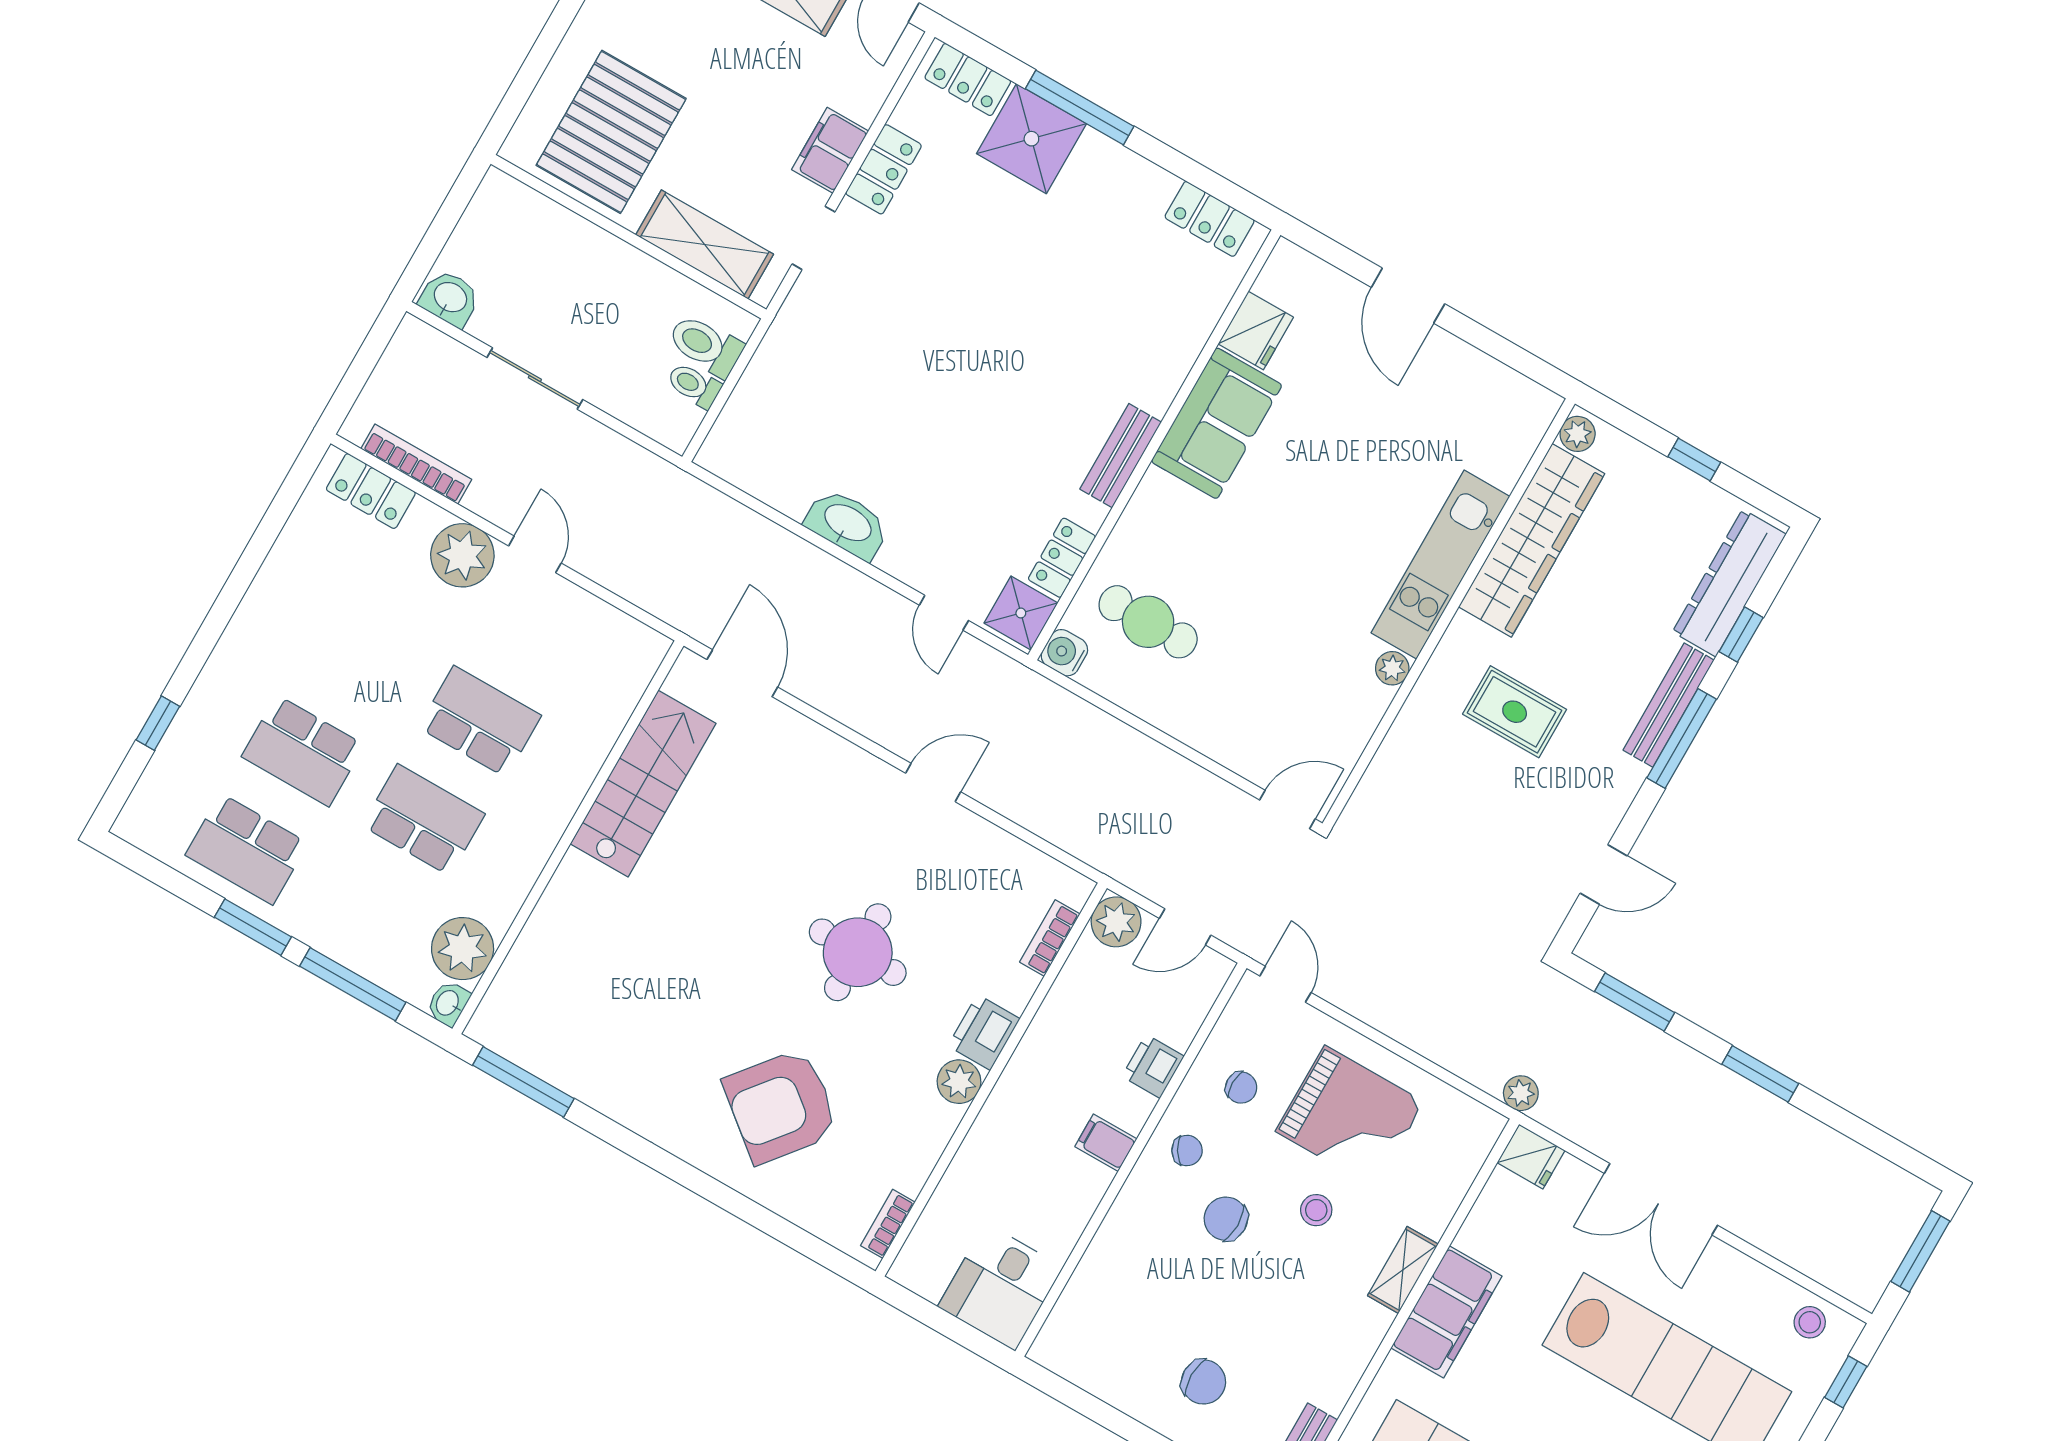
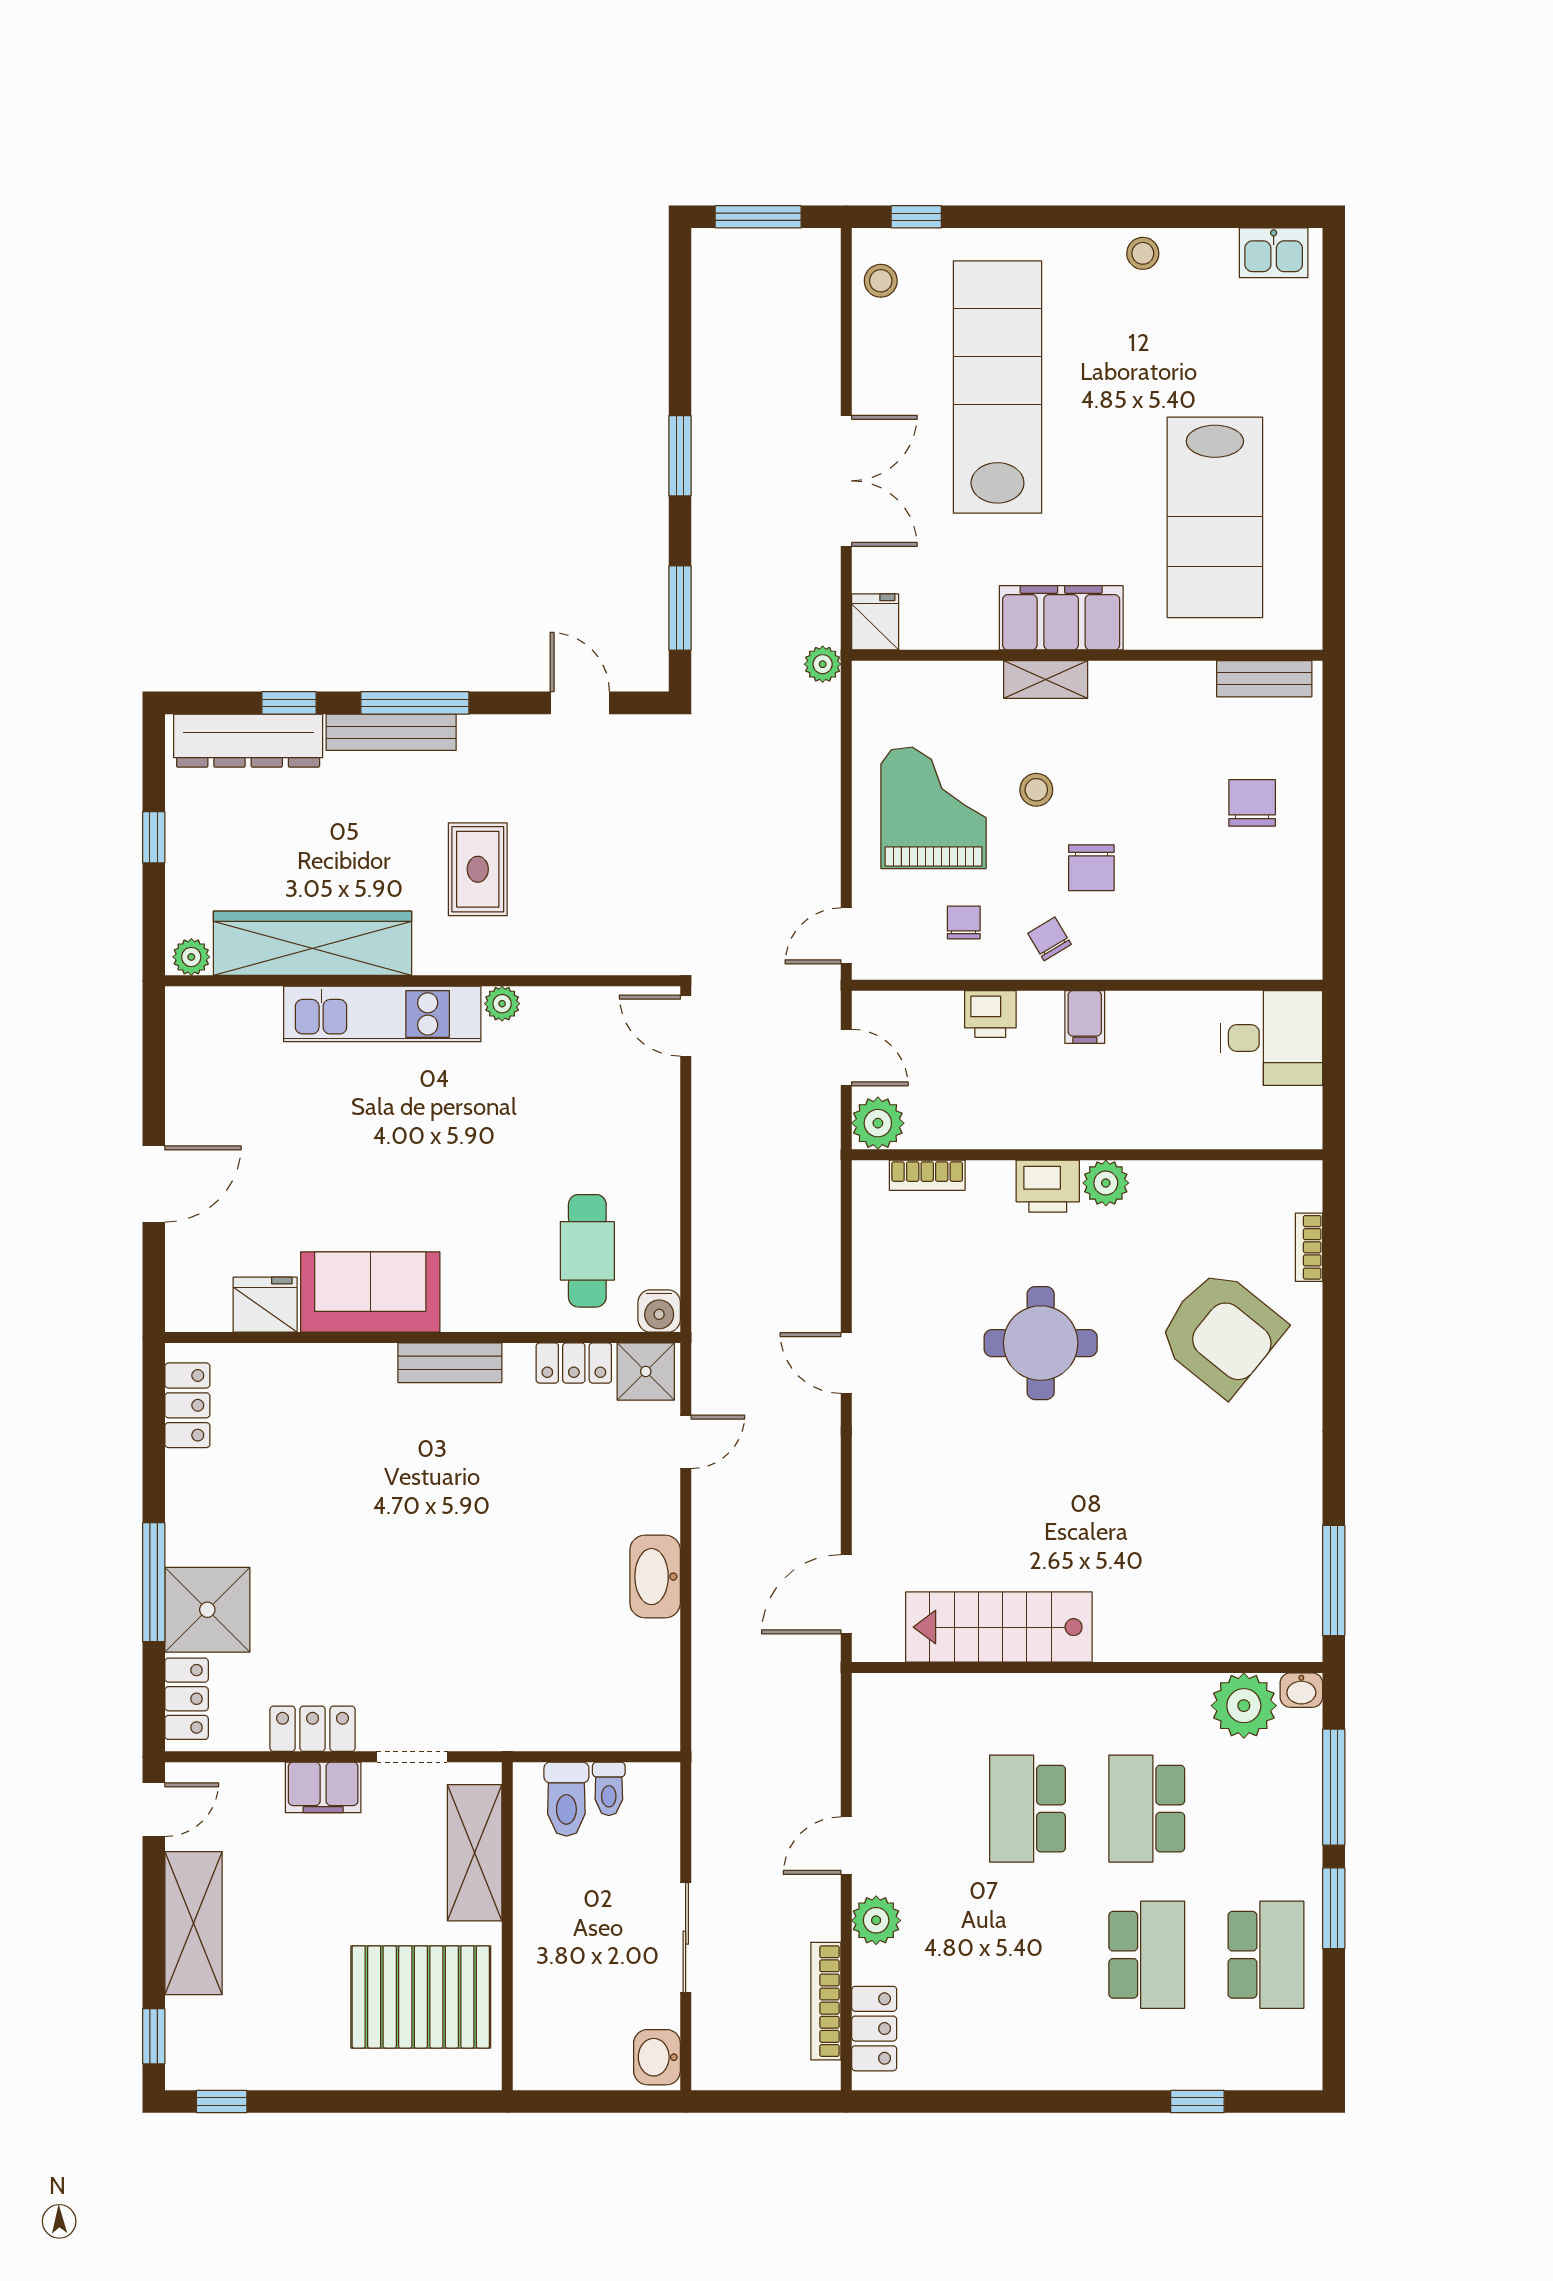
plant: (462, 555) -> (876, 1920), width x0.73, depth x0.73
bookcase: (888, 1224) -> (1309, 1247), moved, turned 90

